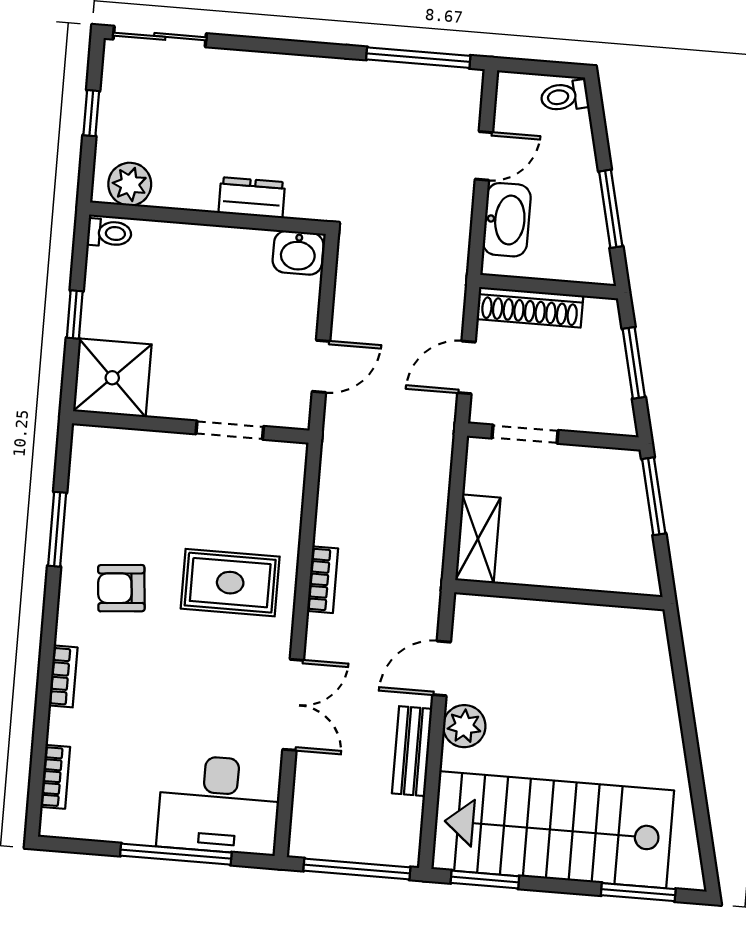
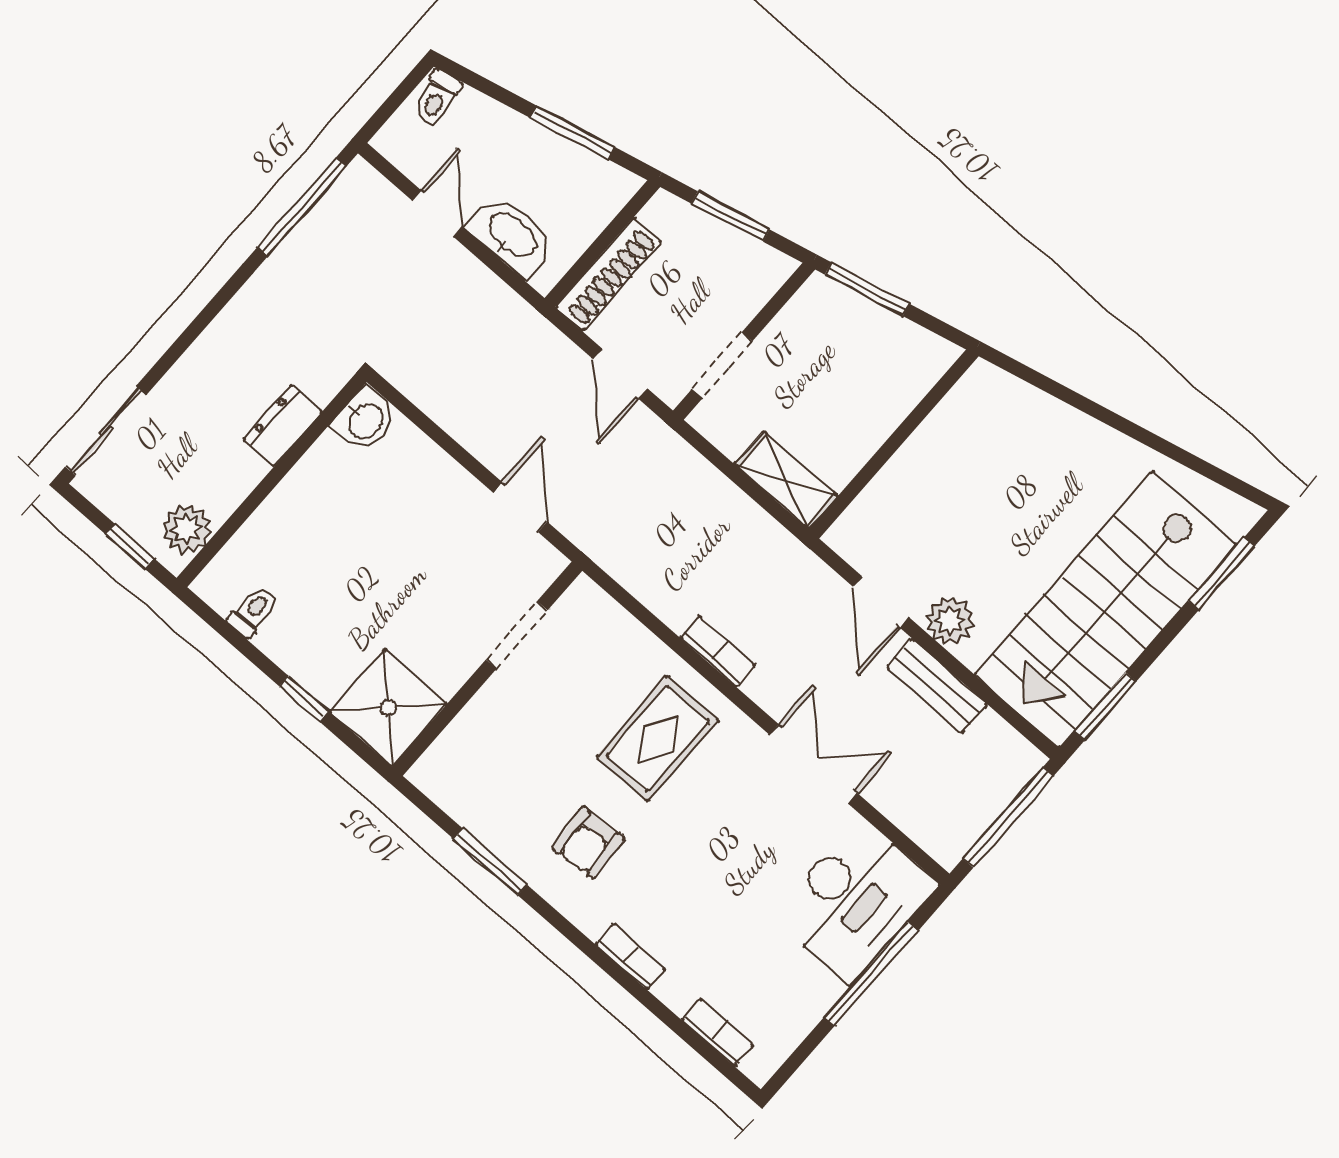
plant: (130, 184) -> (187, 529), moved
dresser: (252, 198) -> (283, 426), moved
wall: (208, 218) -> (272, 480), moved
washbasin: (298, 253) -> (365, 420), moved

